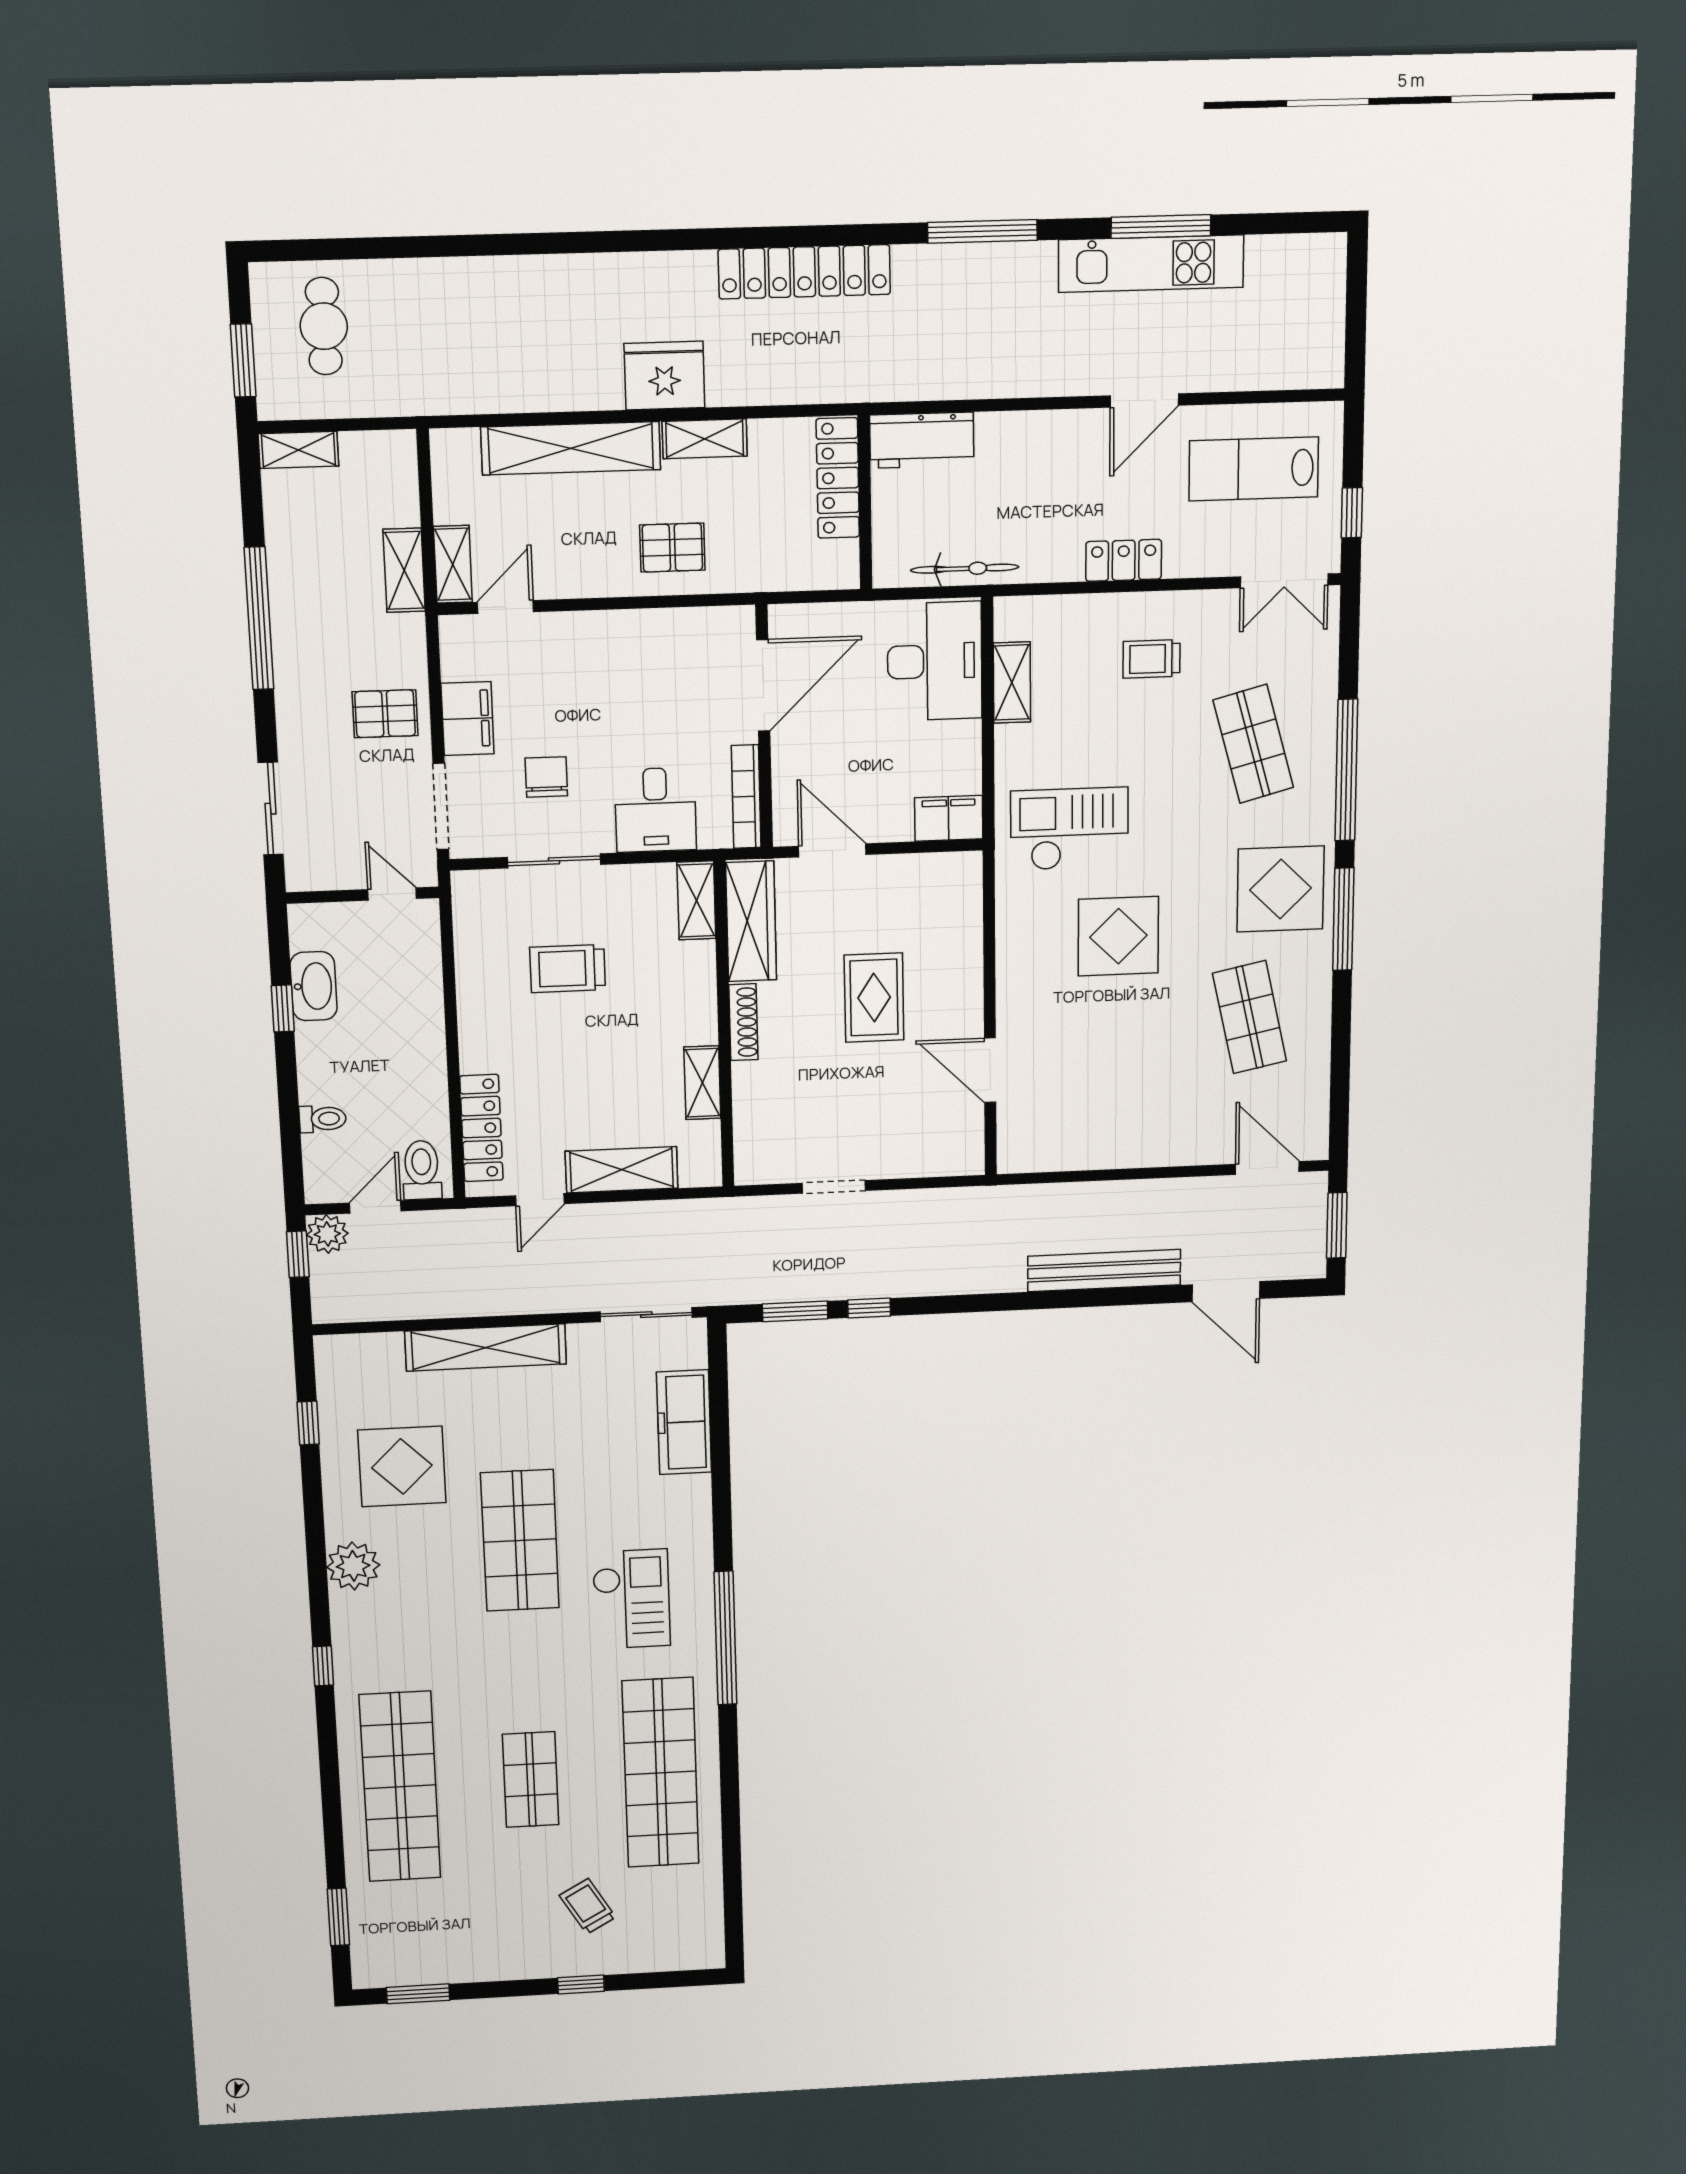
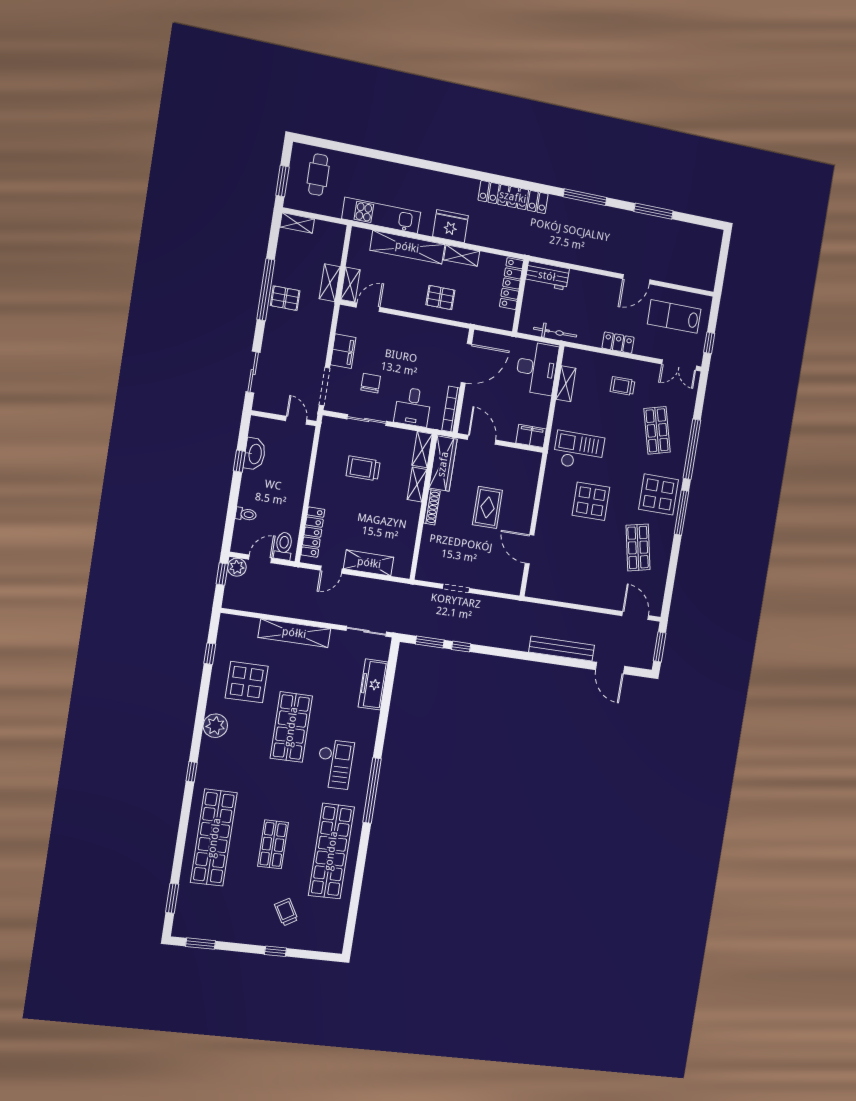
kitchen unit: (1151, 264) -> (381, 215), moved, turned 180
pallet: (385, 714) -> (285, 298), moved
shelving: (702, 1083) -> (417, 484), moved

